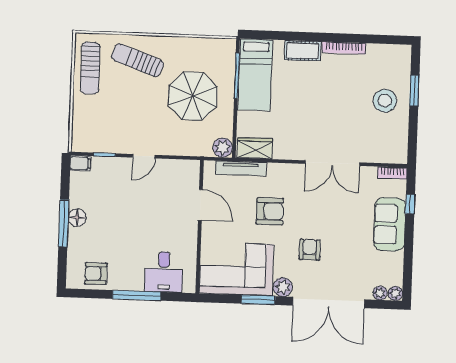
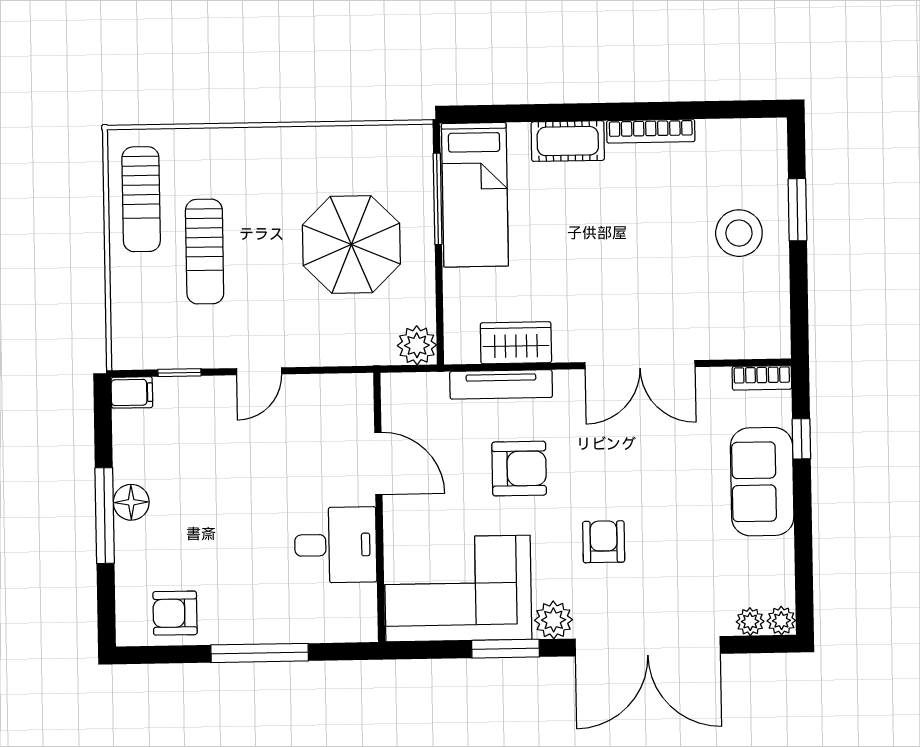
sun lounger: (138, 60) -> (205, 252), moved, turned -110
wardrobe: (255, 148) -> (516, 343), moved
tv unit: (241, 168) -> (501, 384), moved
desk: (164, 272) -> (336, 545), moved, turned -90

